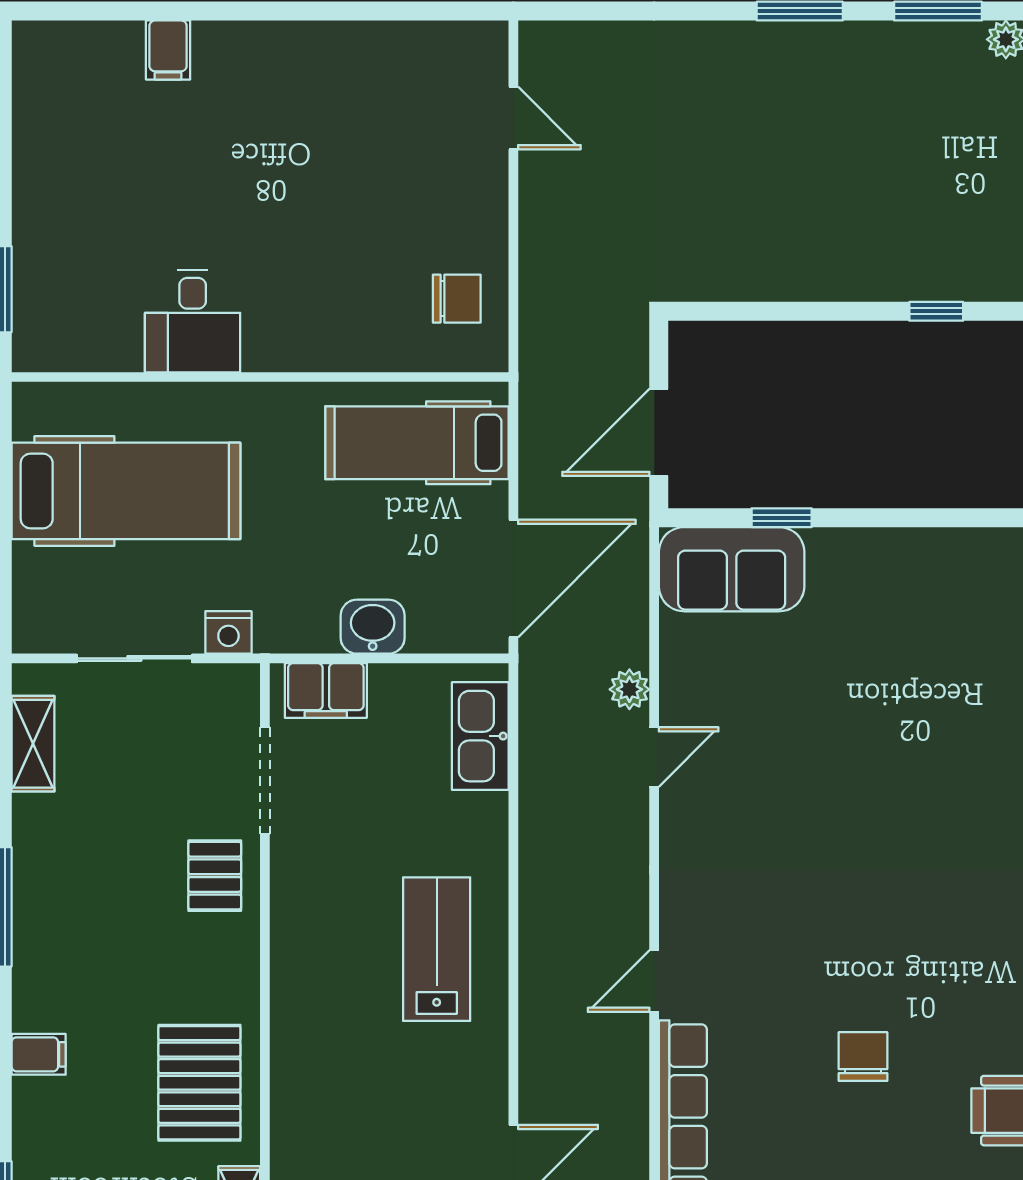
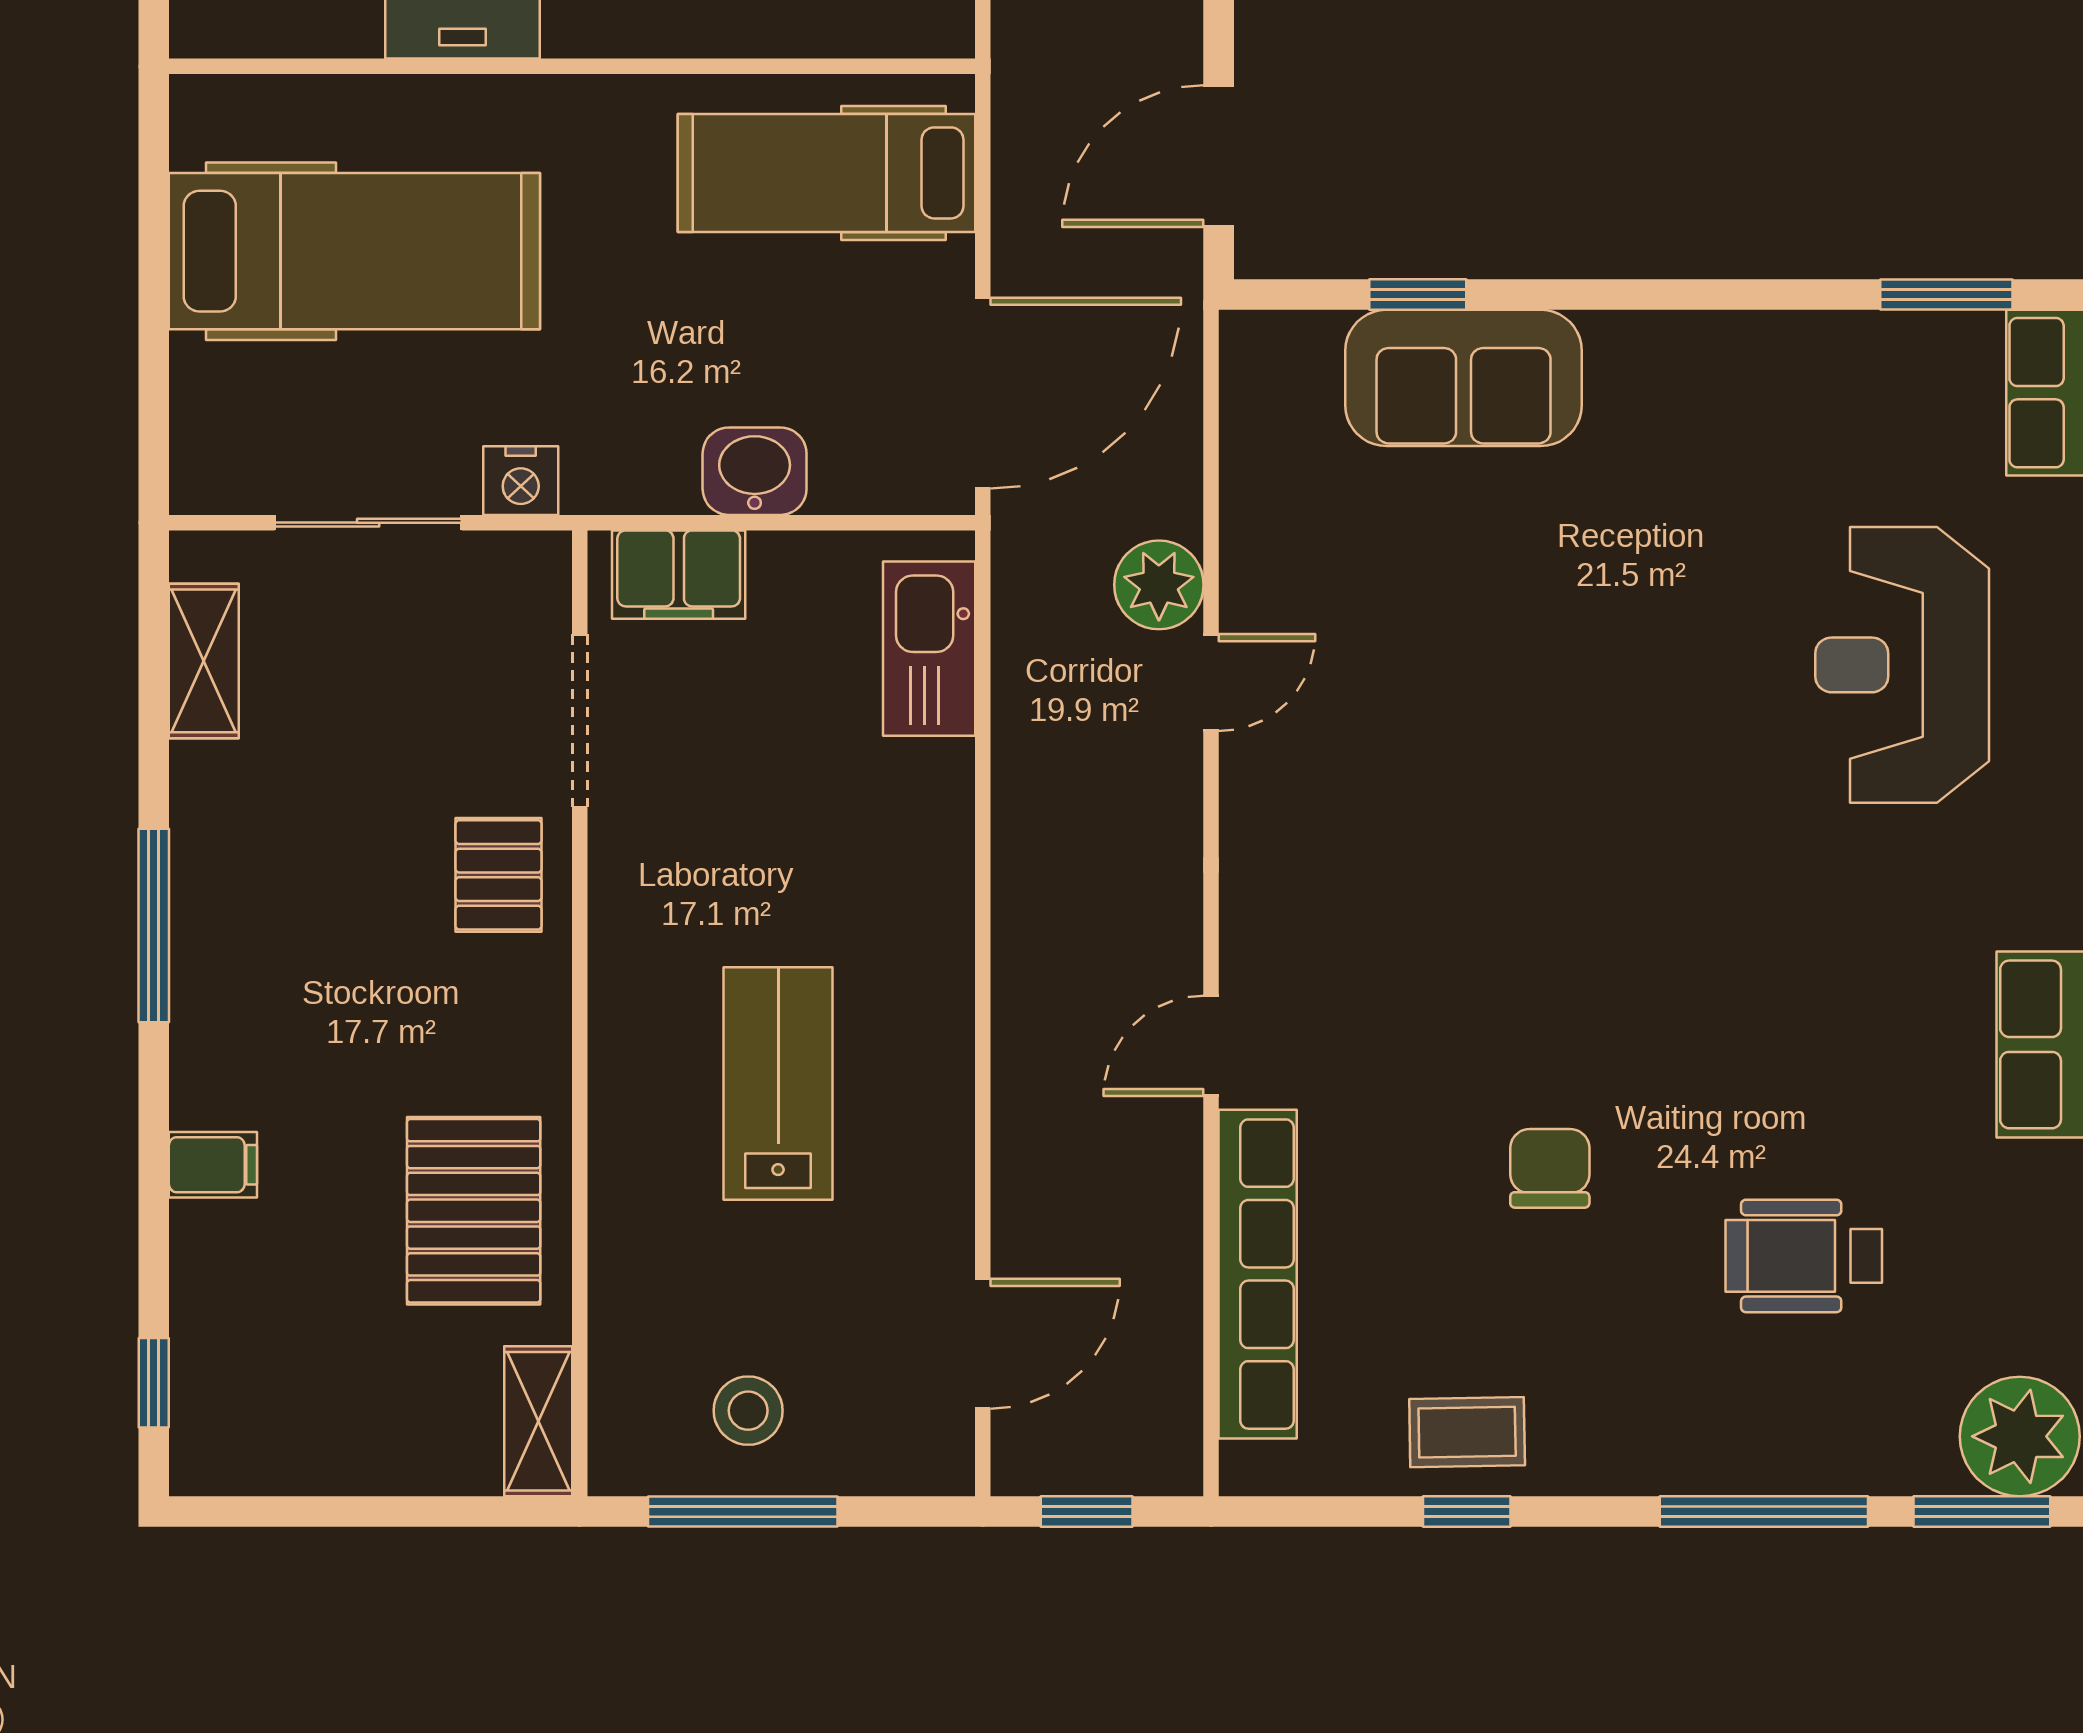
sofa: (732, 569) -> (1464, 378), moved
plant: (629, 689) -> (1159, 585), width x1.38, depth x1.38
lab bench: (437, 949) -> (778, 1083), moved

